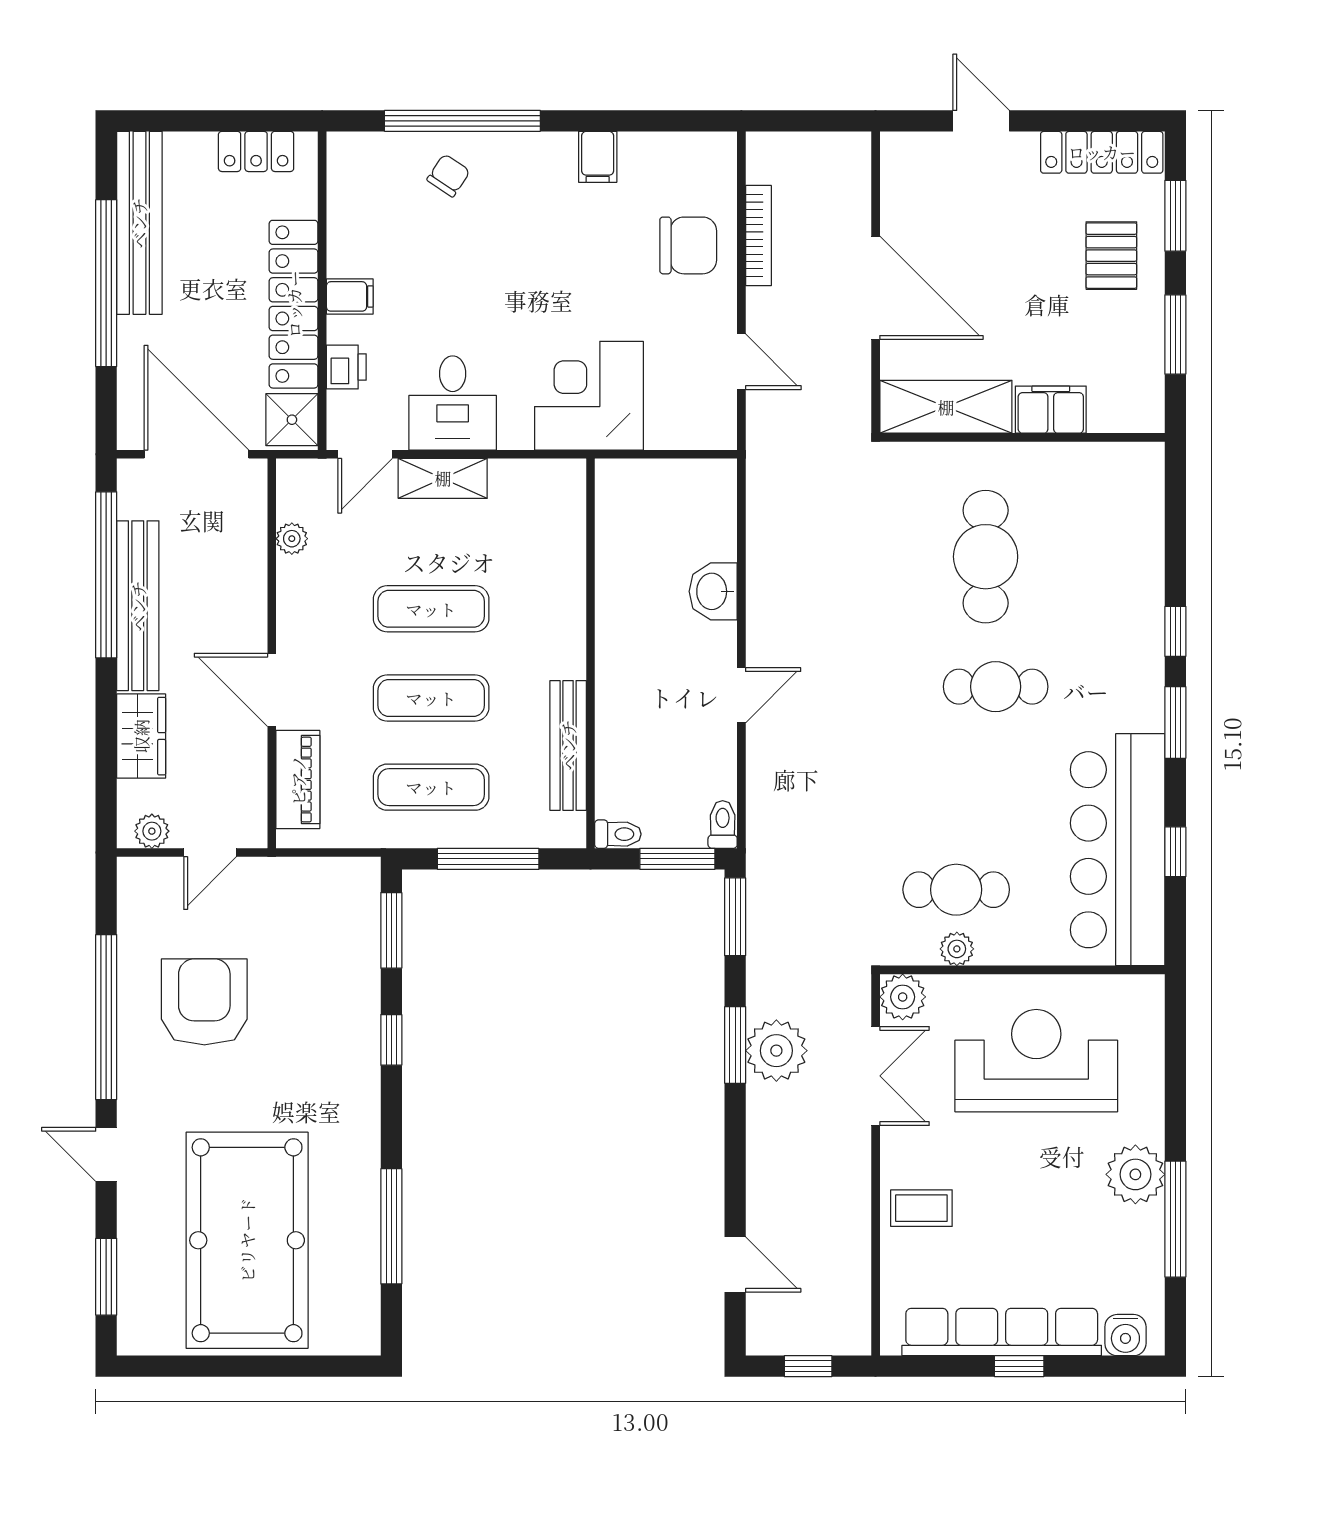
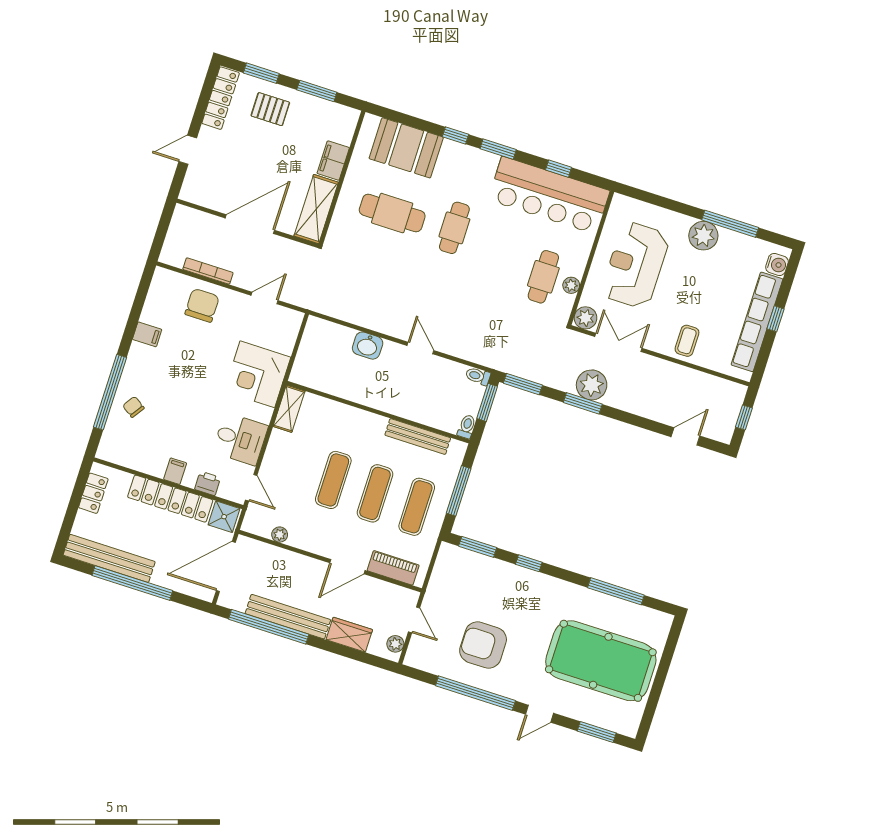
shelving: (443, 478) -> (289, 409), moved
booth: (1121, 543) -> (406, 148), added

